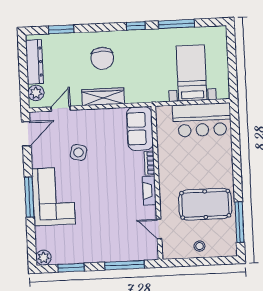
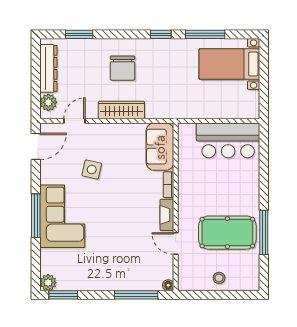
bed with nightstands: (192, 73) -> (229, 64), moved, turned -90
window: (239, 222) -> (264, 232), moved
door: (159, 229) -> (176, 244), moved
floor lamp: (153, 255) -> (168, 285), added
window: (71, 268) -> (63, 295), moved

